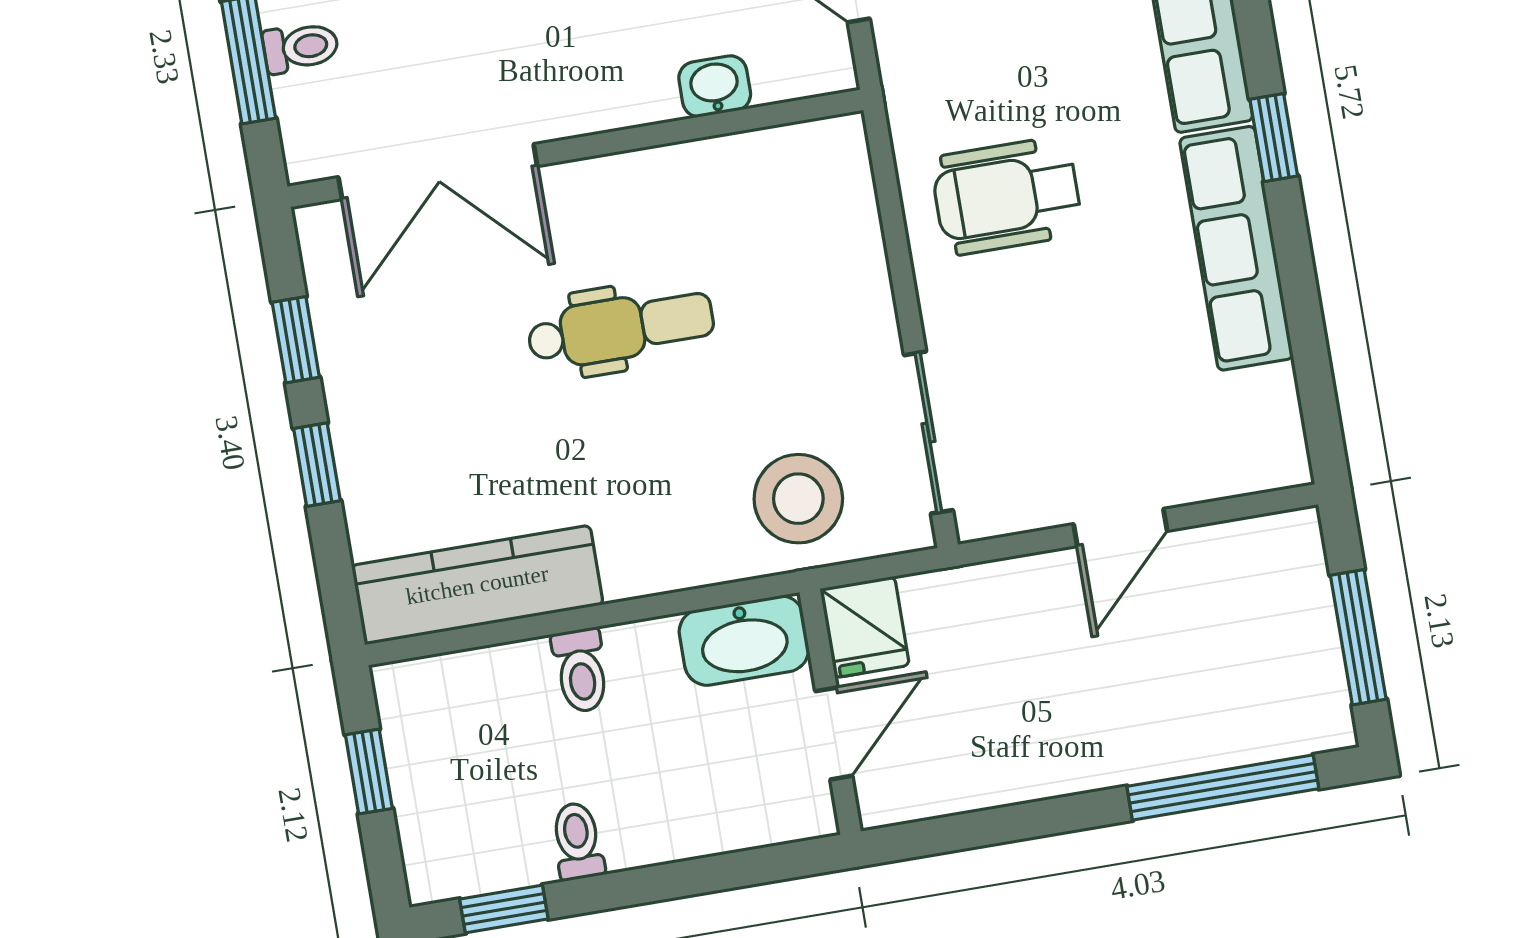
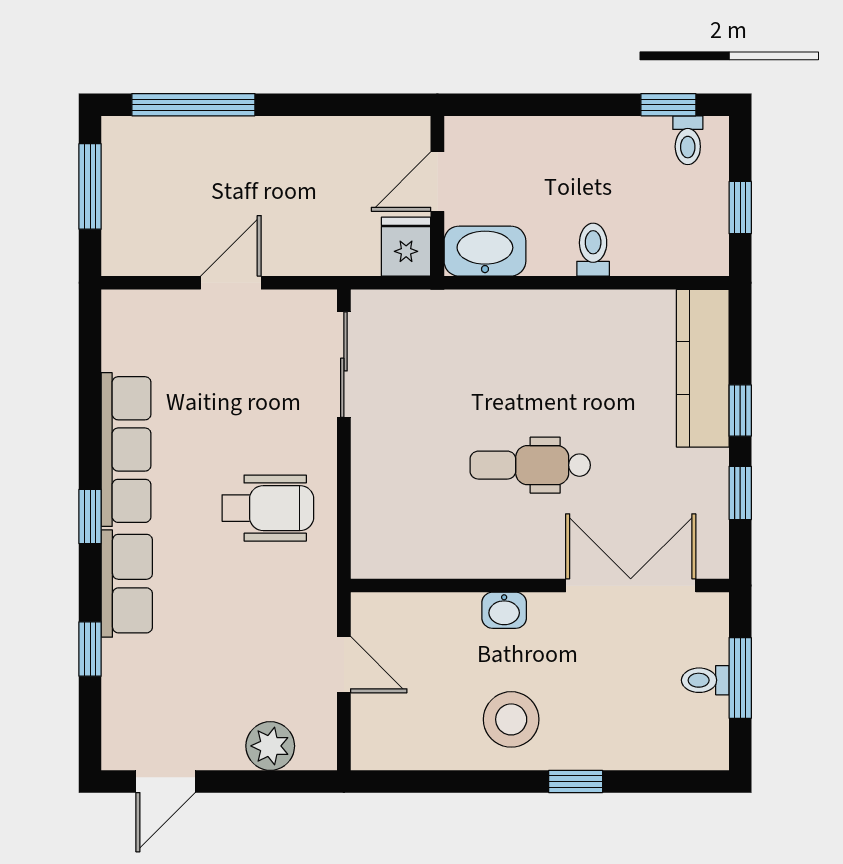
washbasin: (715, 86) -> (504, 610), moved
stool: (798, 499) -> (435, 336), removed
kitchen counter: (477, 585) -> (703, 368), moved, turned 90
toilet: (578, 841) -> (688, 140), moved

